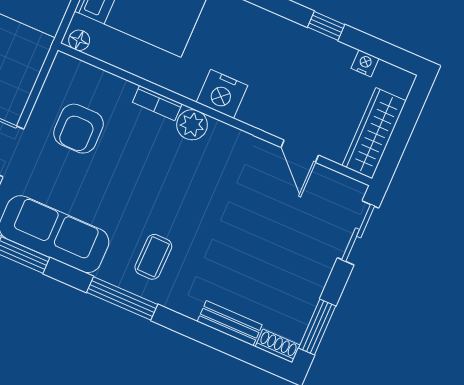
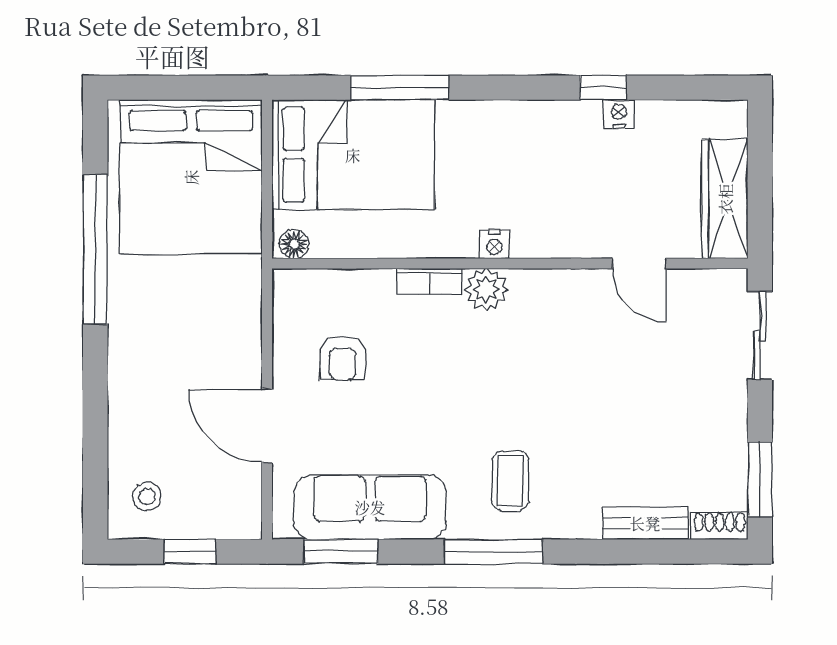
nightstand: (365, 63) -> (619, 114), moved
nightstand: (222, 94) -> (494, 244), width x0.53, depth x0.56
armchair: (78, 129) -> (343, 358), width x0.72, depth x0.72

